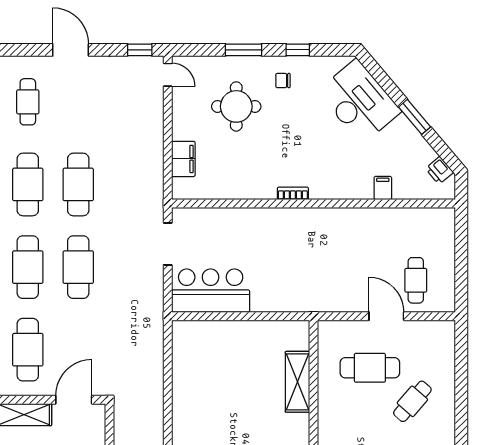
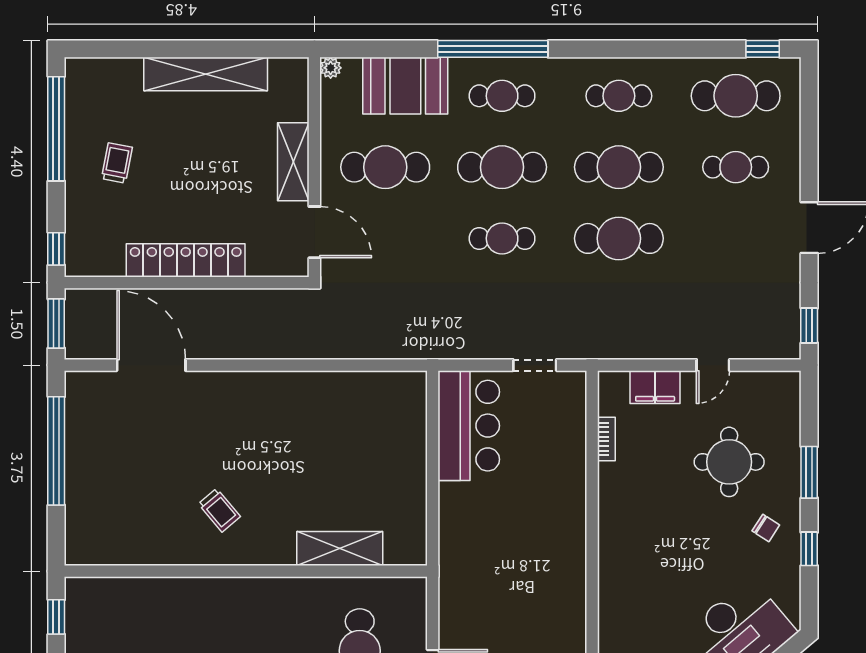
door: (168, 75) -> (713, 365), moved
chair: (283, 81) -> (766, 528), turned 123
bookcase: (293, 193) -> (606, 439), moved
doorway: (168, 244) -> (535, 365), width x0.73
cafe table: (78, 267) -> (502, 238), width x0.73, depth x0.74

